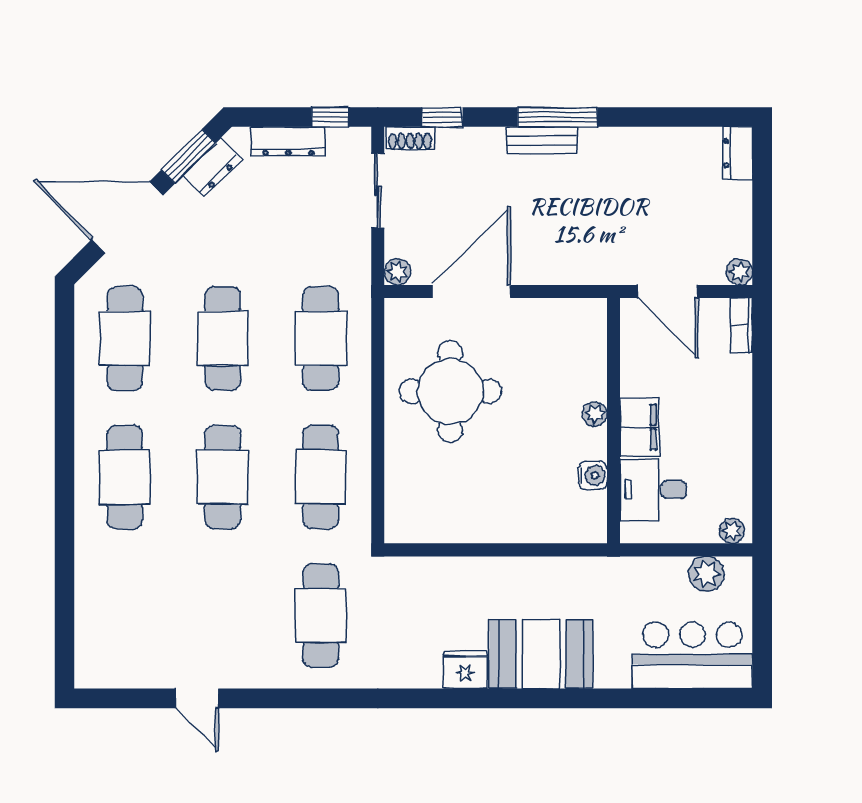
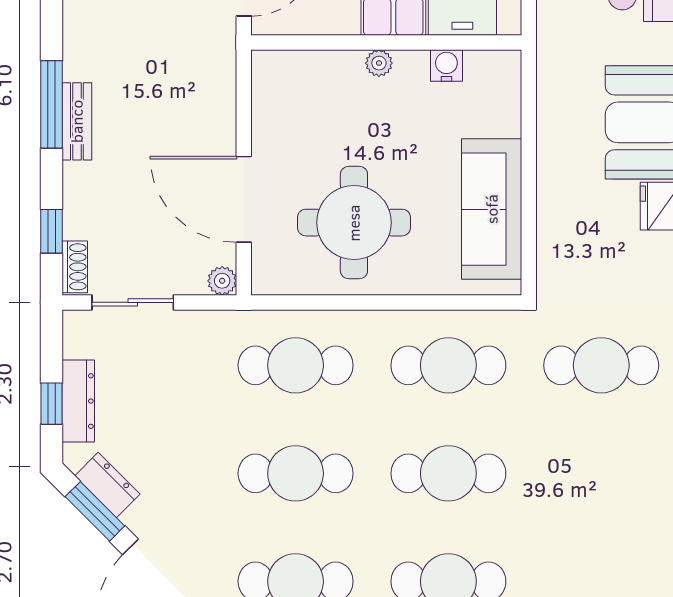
window: (330, 117) -> (51, 404), moved
sofa: (462, 516) -> (492, 209), added

